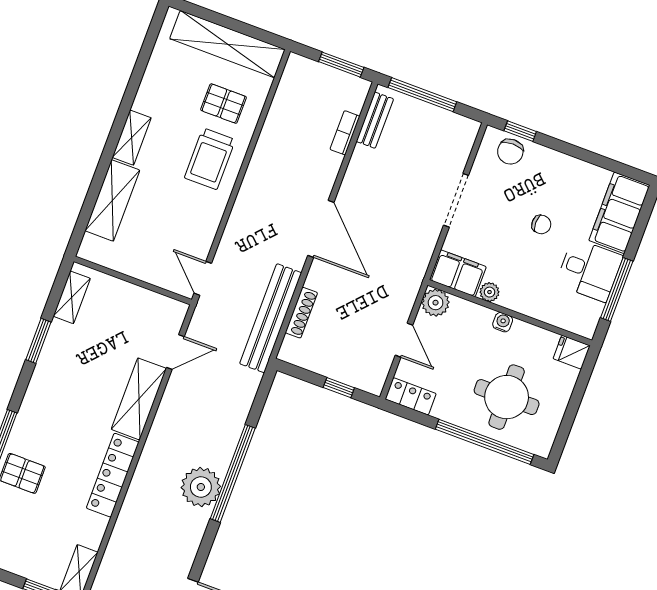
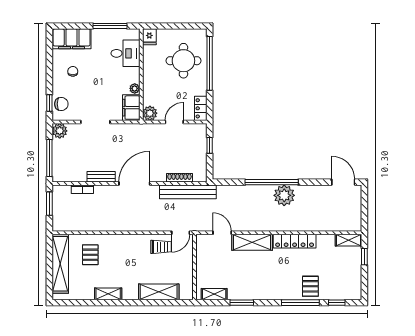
bench: (375, 120) -> (101, 177), moved
plant: (464, 131) -> (60, 131), added
shelving: (132, 138) -> (108, 294), moved
trolley: (210, 159) -> (161, 247), moved, width x0.73, depth x0.72
chair: (541, 224) -> (73, 71), moved
desk: (589, 270) -> (125, 53), moved, turned 90
water cooler: (503, 322) -> (147, 76), removed

